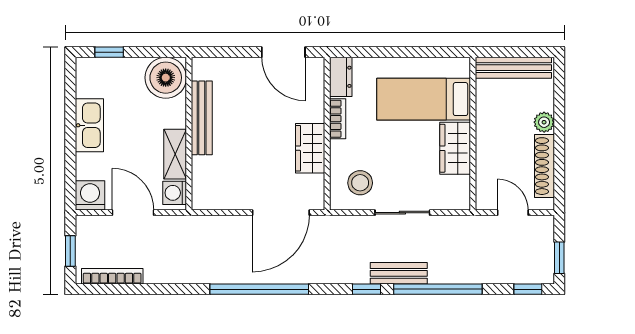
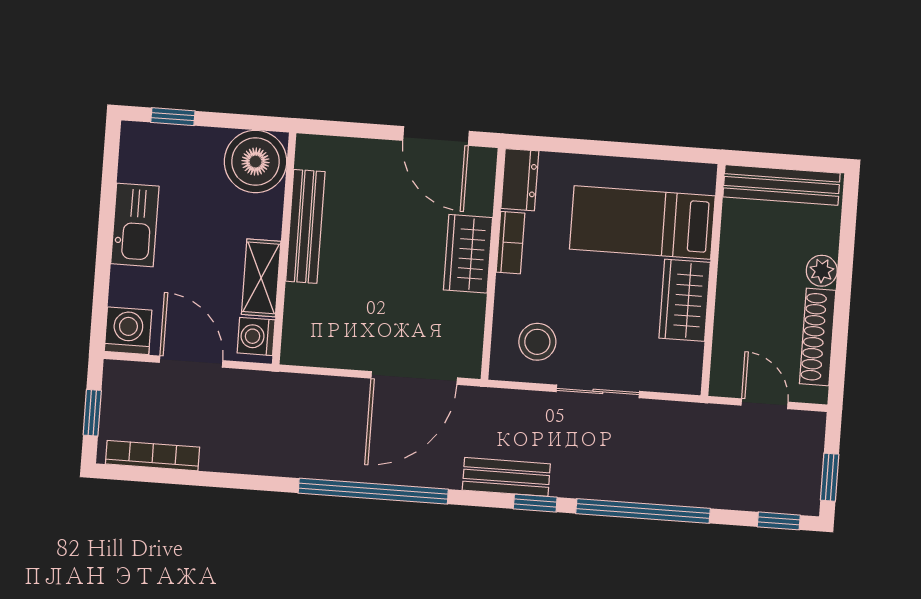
wardrobe: (310, 148) -> (468, 254), moved
bench: (399, 273) -> (506, 477), moved

